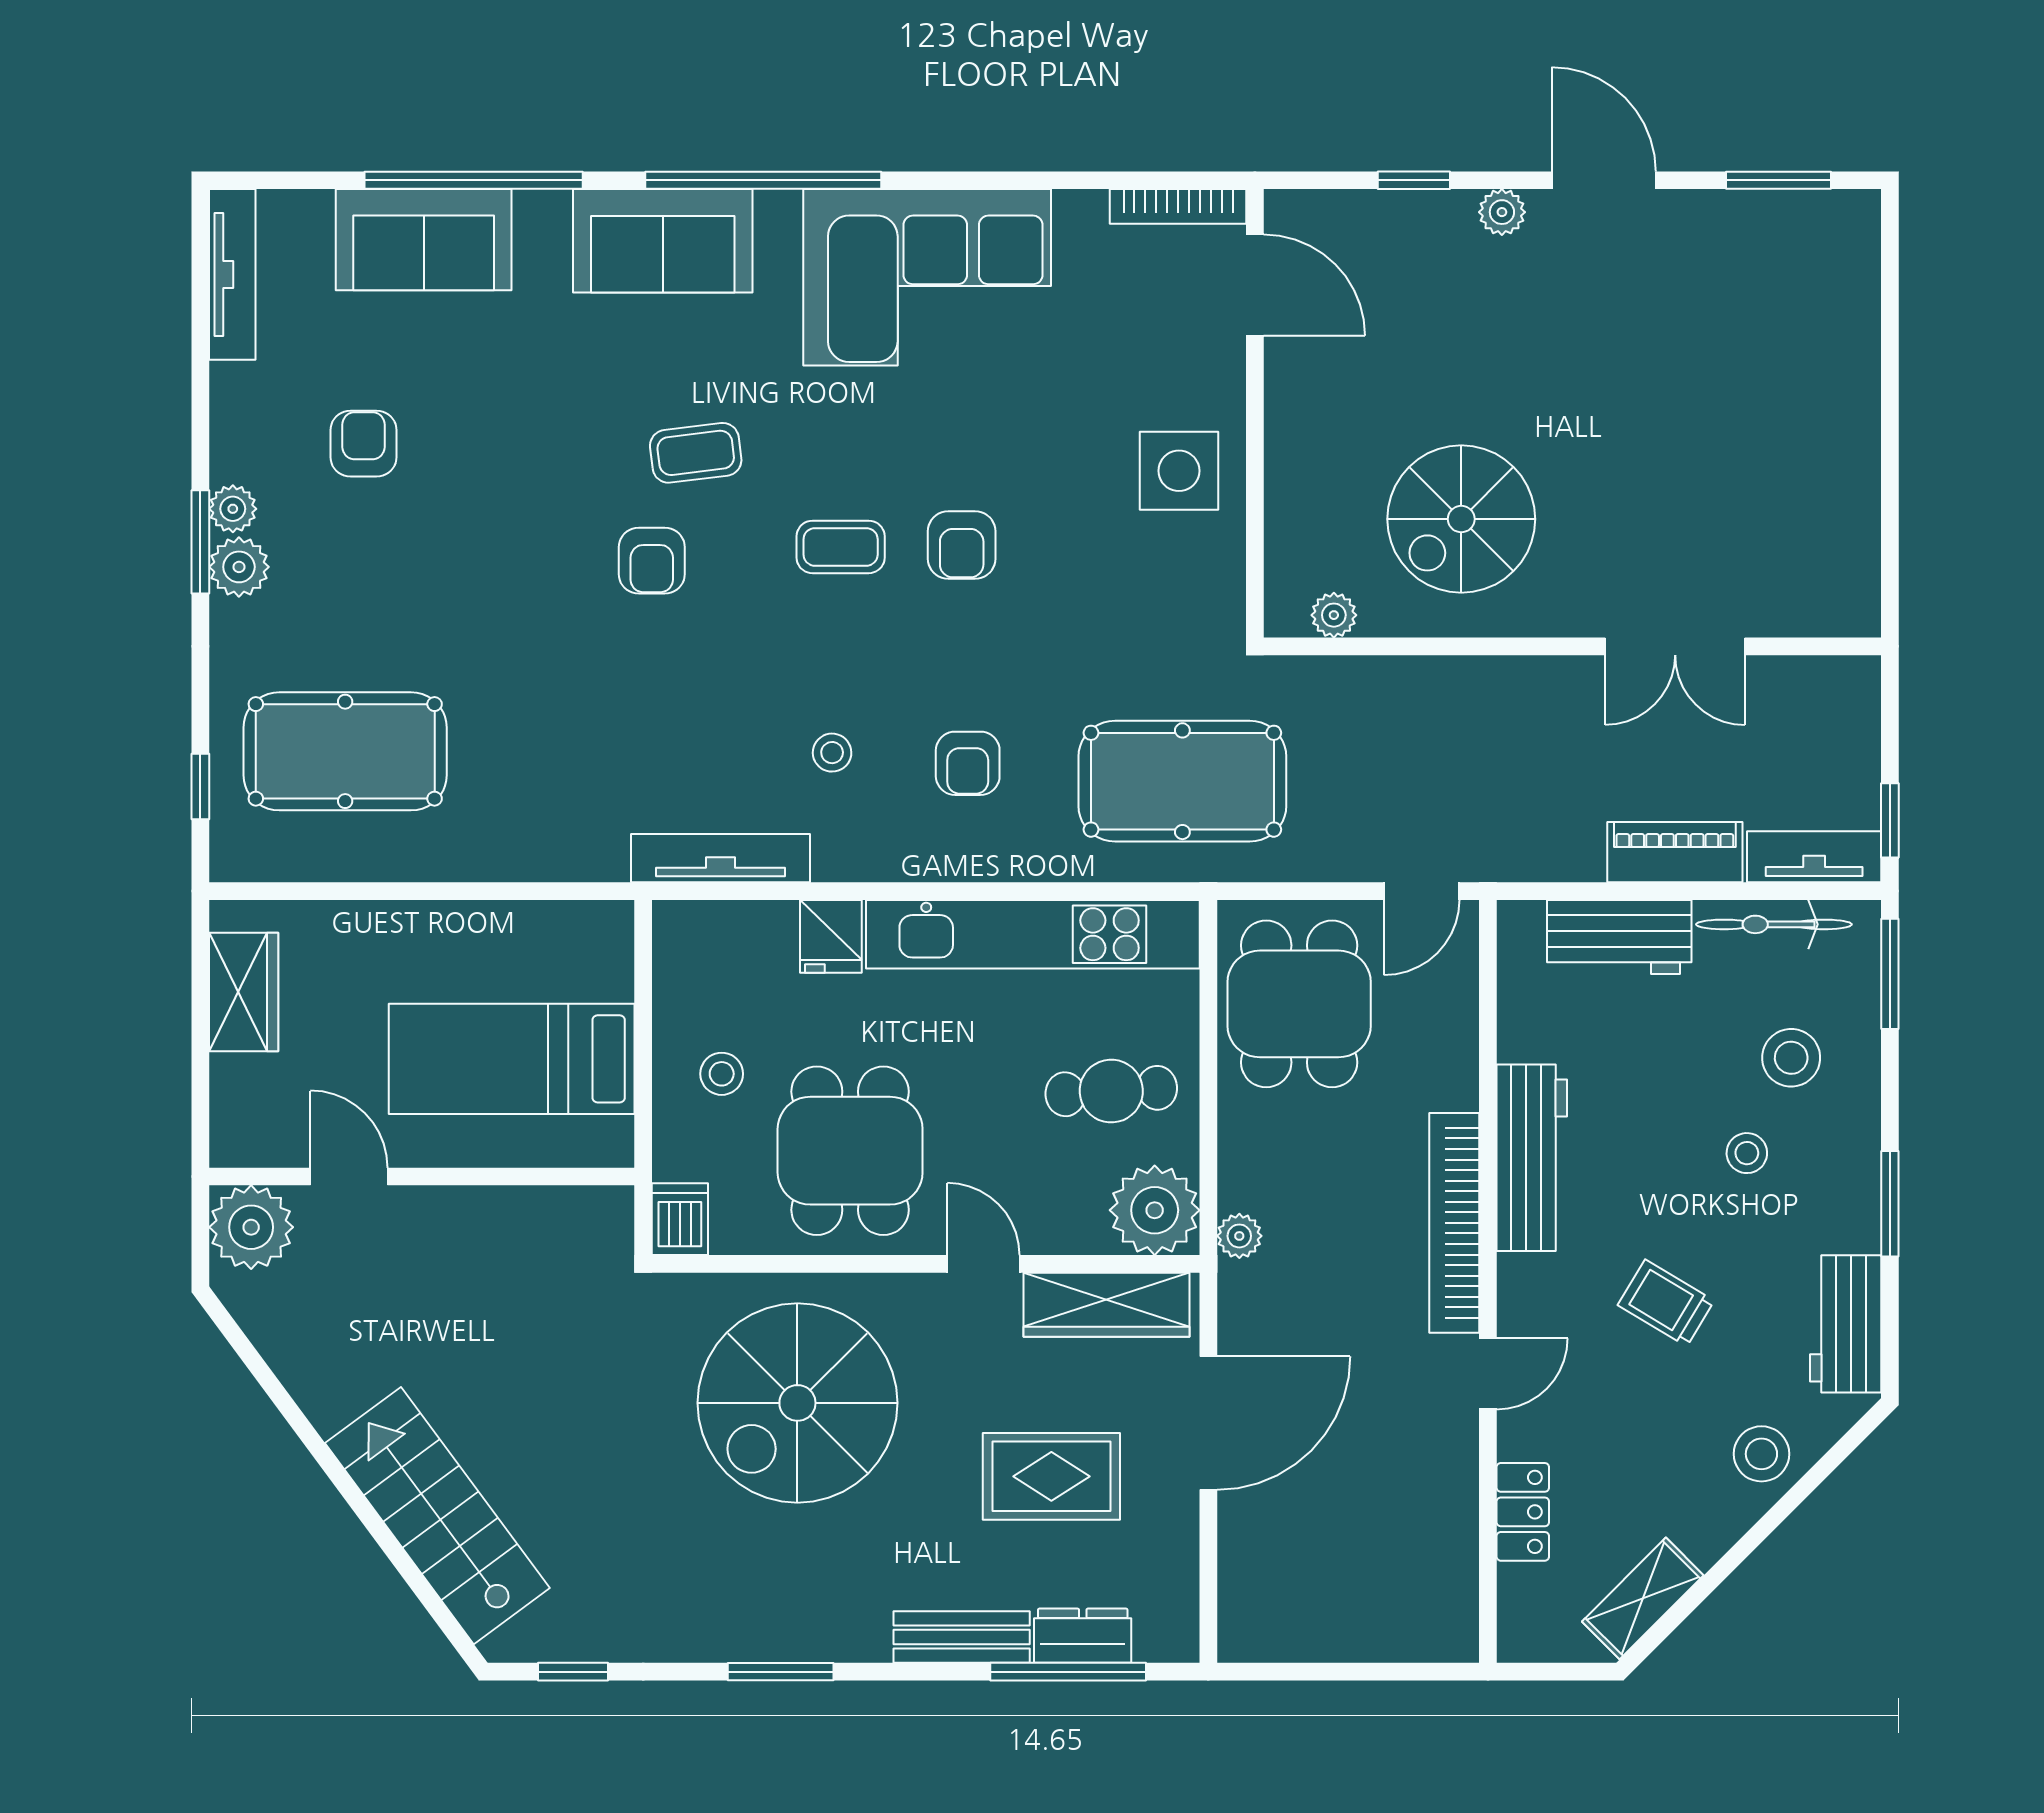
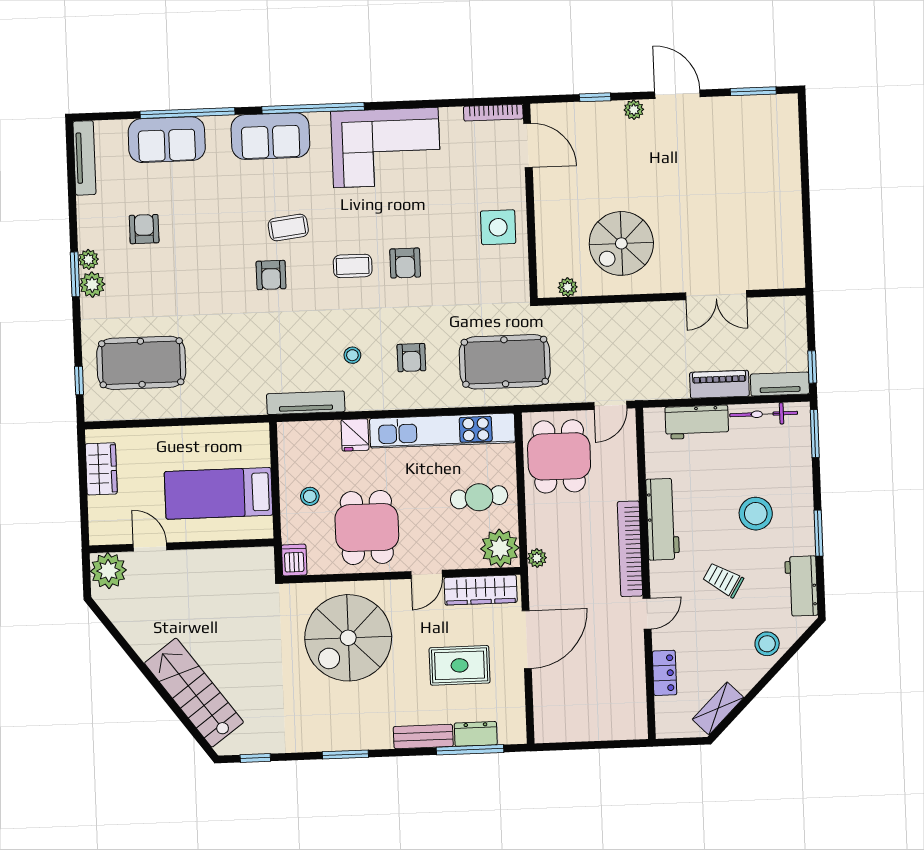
stool: (1791, 1058) -> (773, 472), removed
stool: (1747, 1153) -> (756, 514), width x1.89, depth x1.89
door: (984, 1264) -> (427, 574), swing flipped

